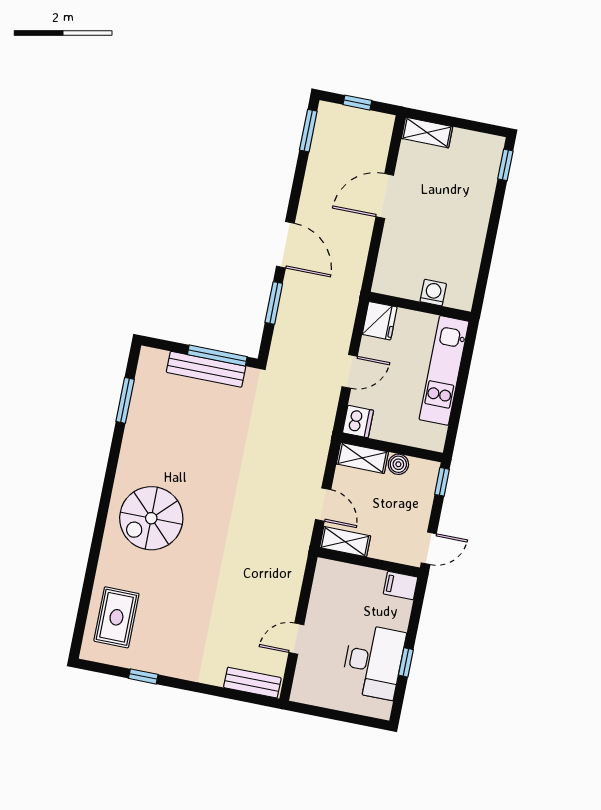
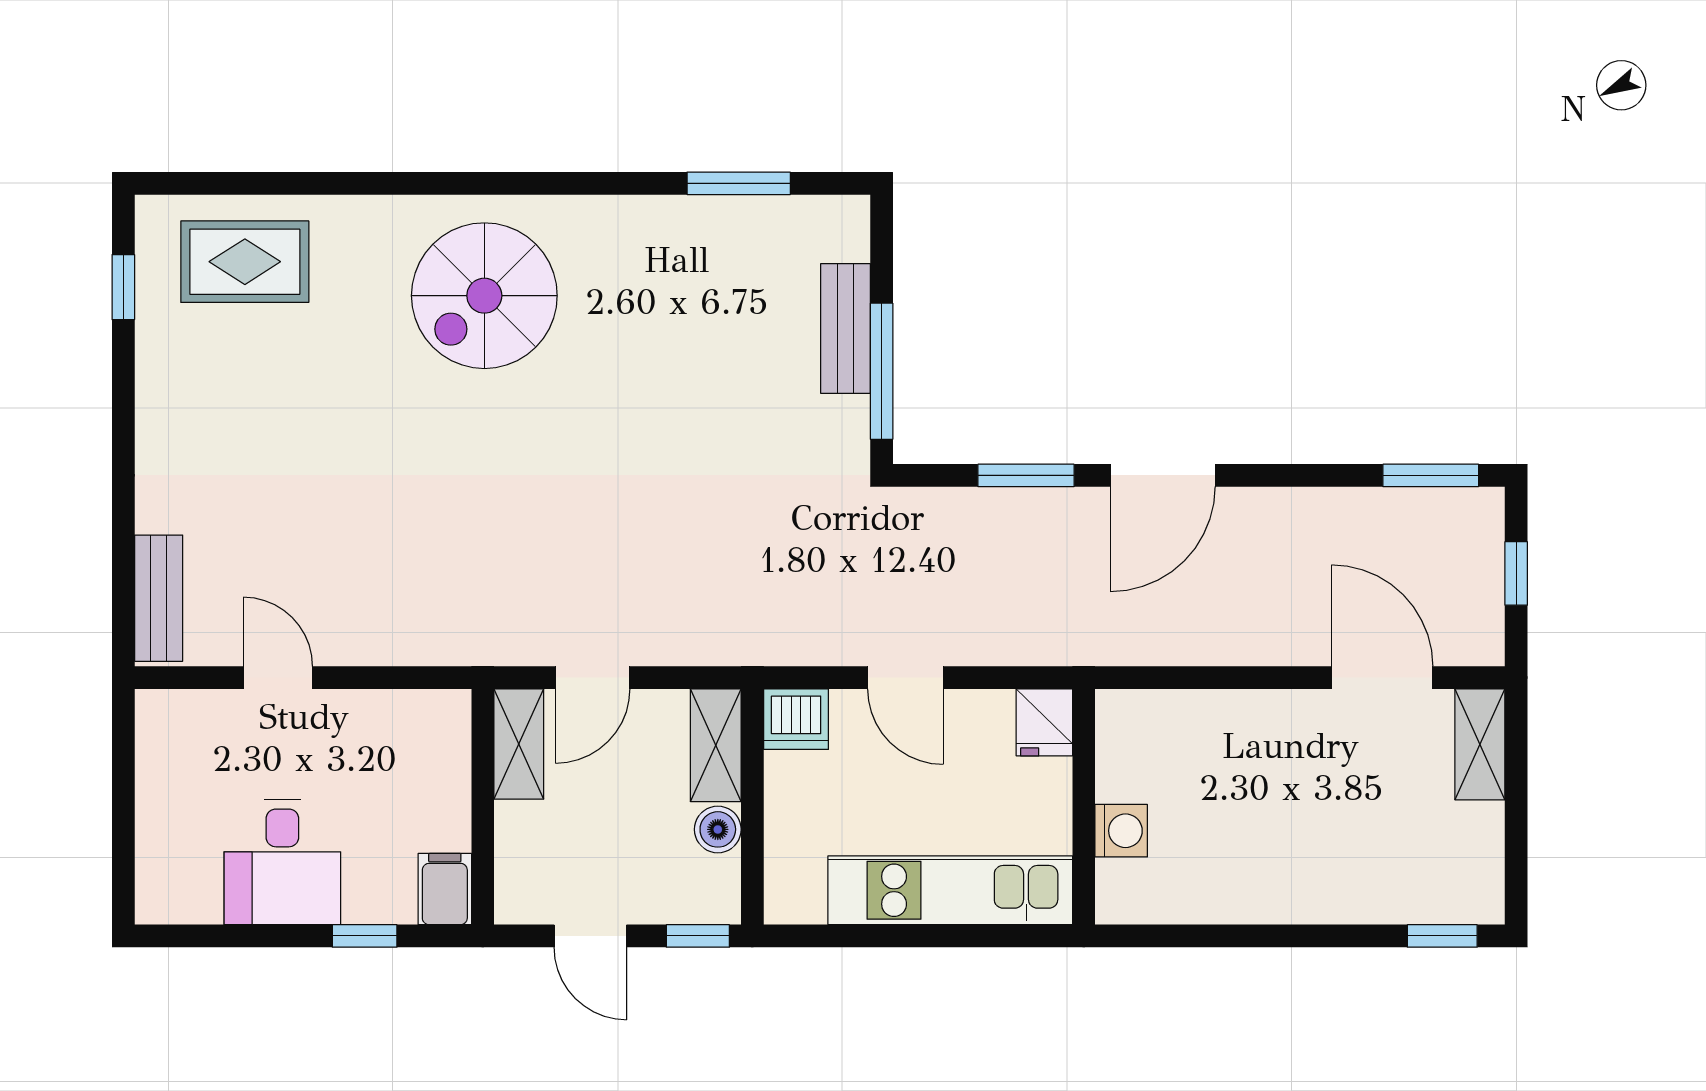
door: (385, 196) -> (1382, 678), moved
fridge: (380, 321) -> (1044, 722), width x0.72
bench: (206, 369) -> (846, 328), width x0.73
spiral stairs: (151, 518) -> (484, 296), turned -90
door: (429, 548) -> (590, 936), moved
desk: (373, 662) -> (282, 862), width x0.73
window: (406, 662) -> (365, 936), moved
window: (143, 676) -> (123, 287), moved

